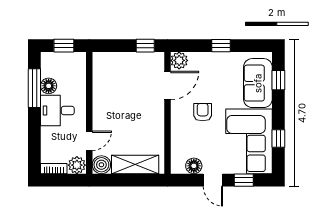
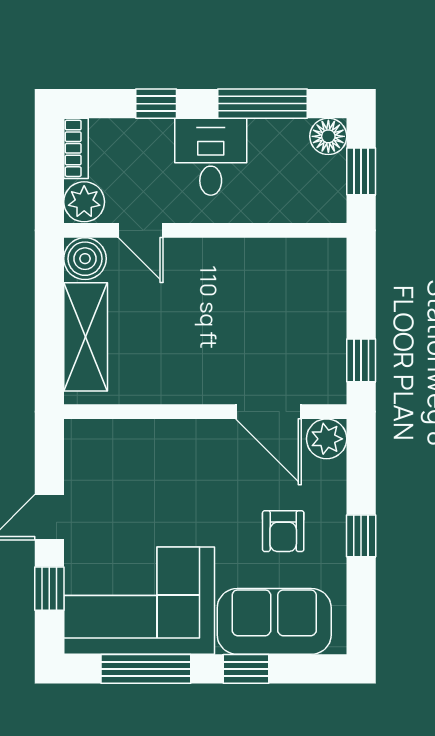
window: (278, 80) -> (246, 669), moved
floor lamp: (49, 86) -> (328, 136), moved
armchair: (203, 112) -> (283, 531), moved, turned 90
window: (34, 134) -> (156, 104), added
window: (278, 138) -> (146, 669), width x2.17
floor lamp: (194, 166) -> (82, 473), removed

